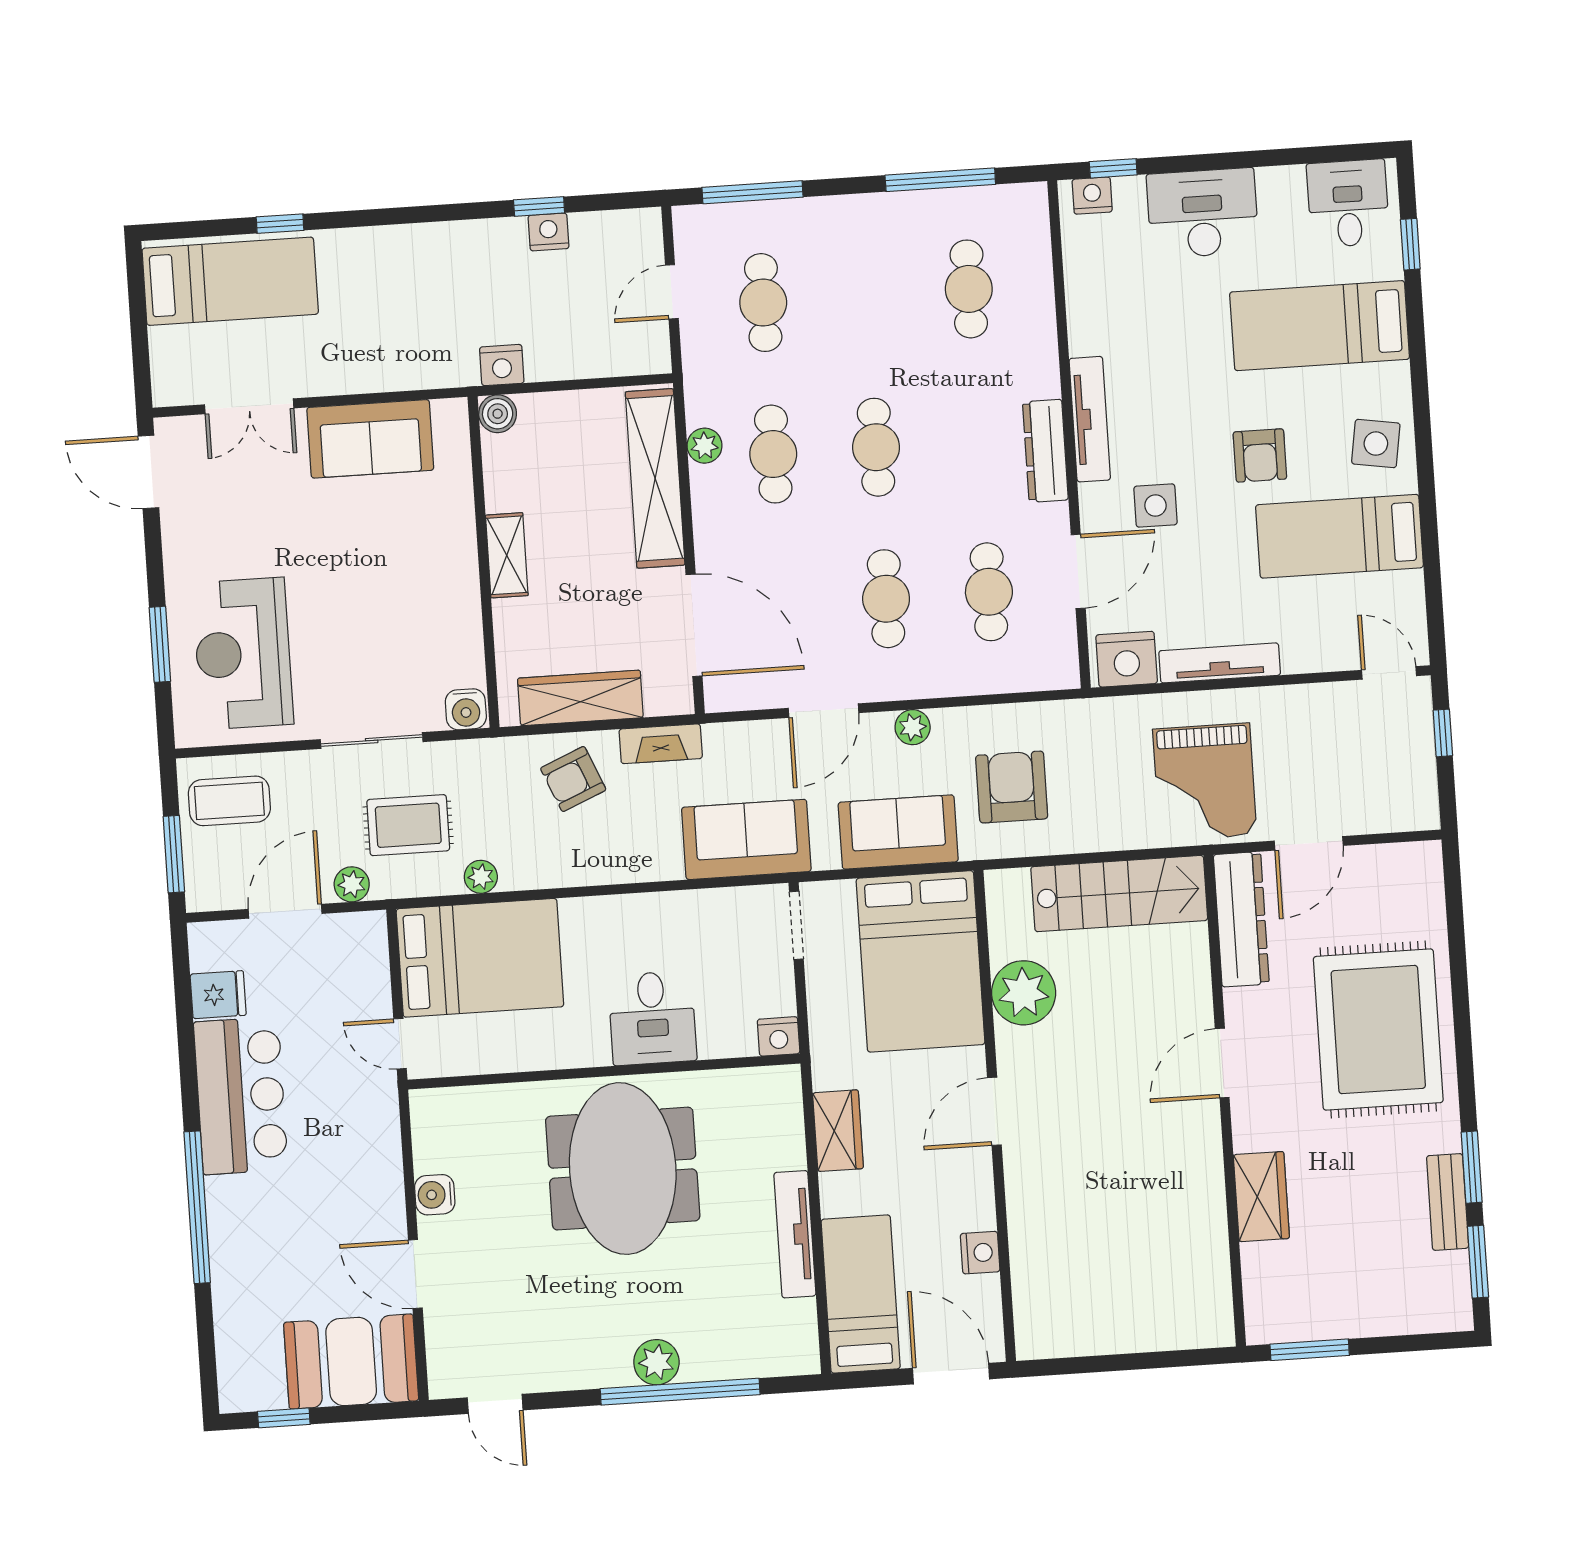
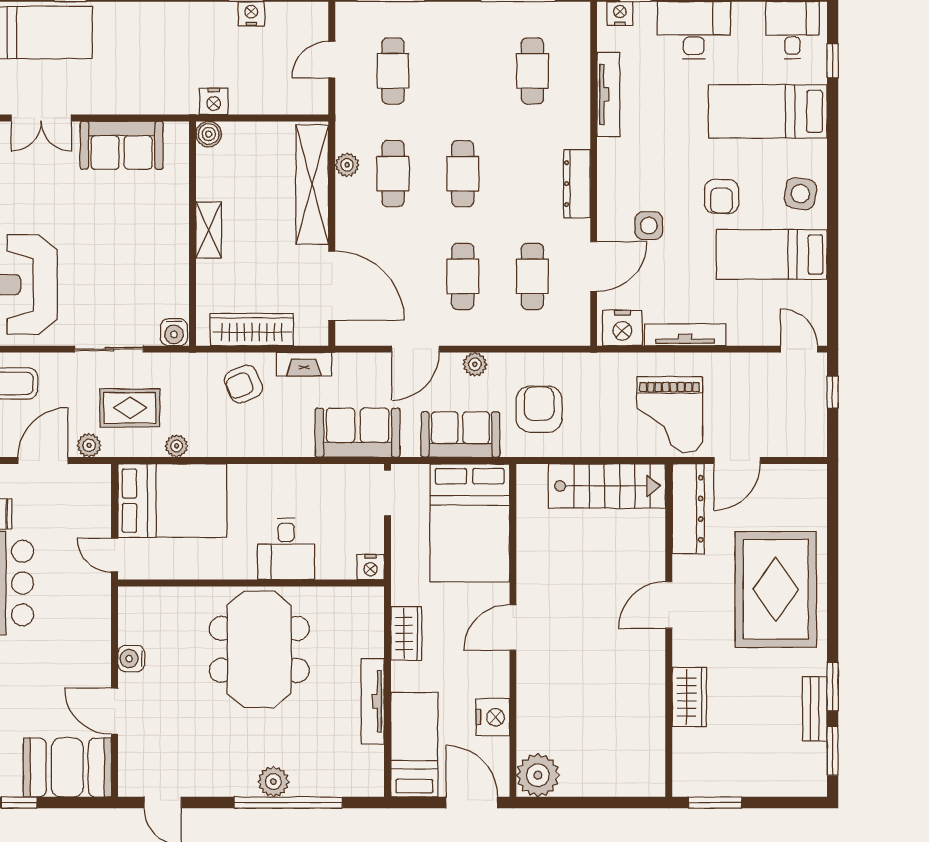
tv unit: (1090, 419) -> (608, 94), moved
plant: (1024, 993) -> (538, 775), moved
nightstand: (980, 1253) -> (493, 717), width x1.36, depth x1.33

